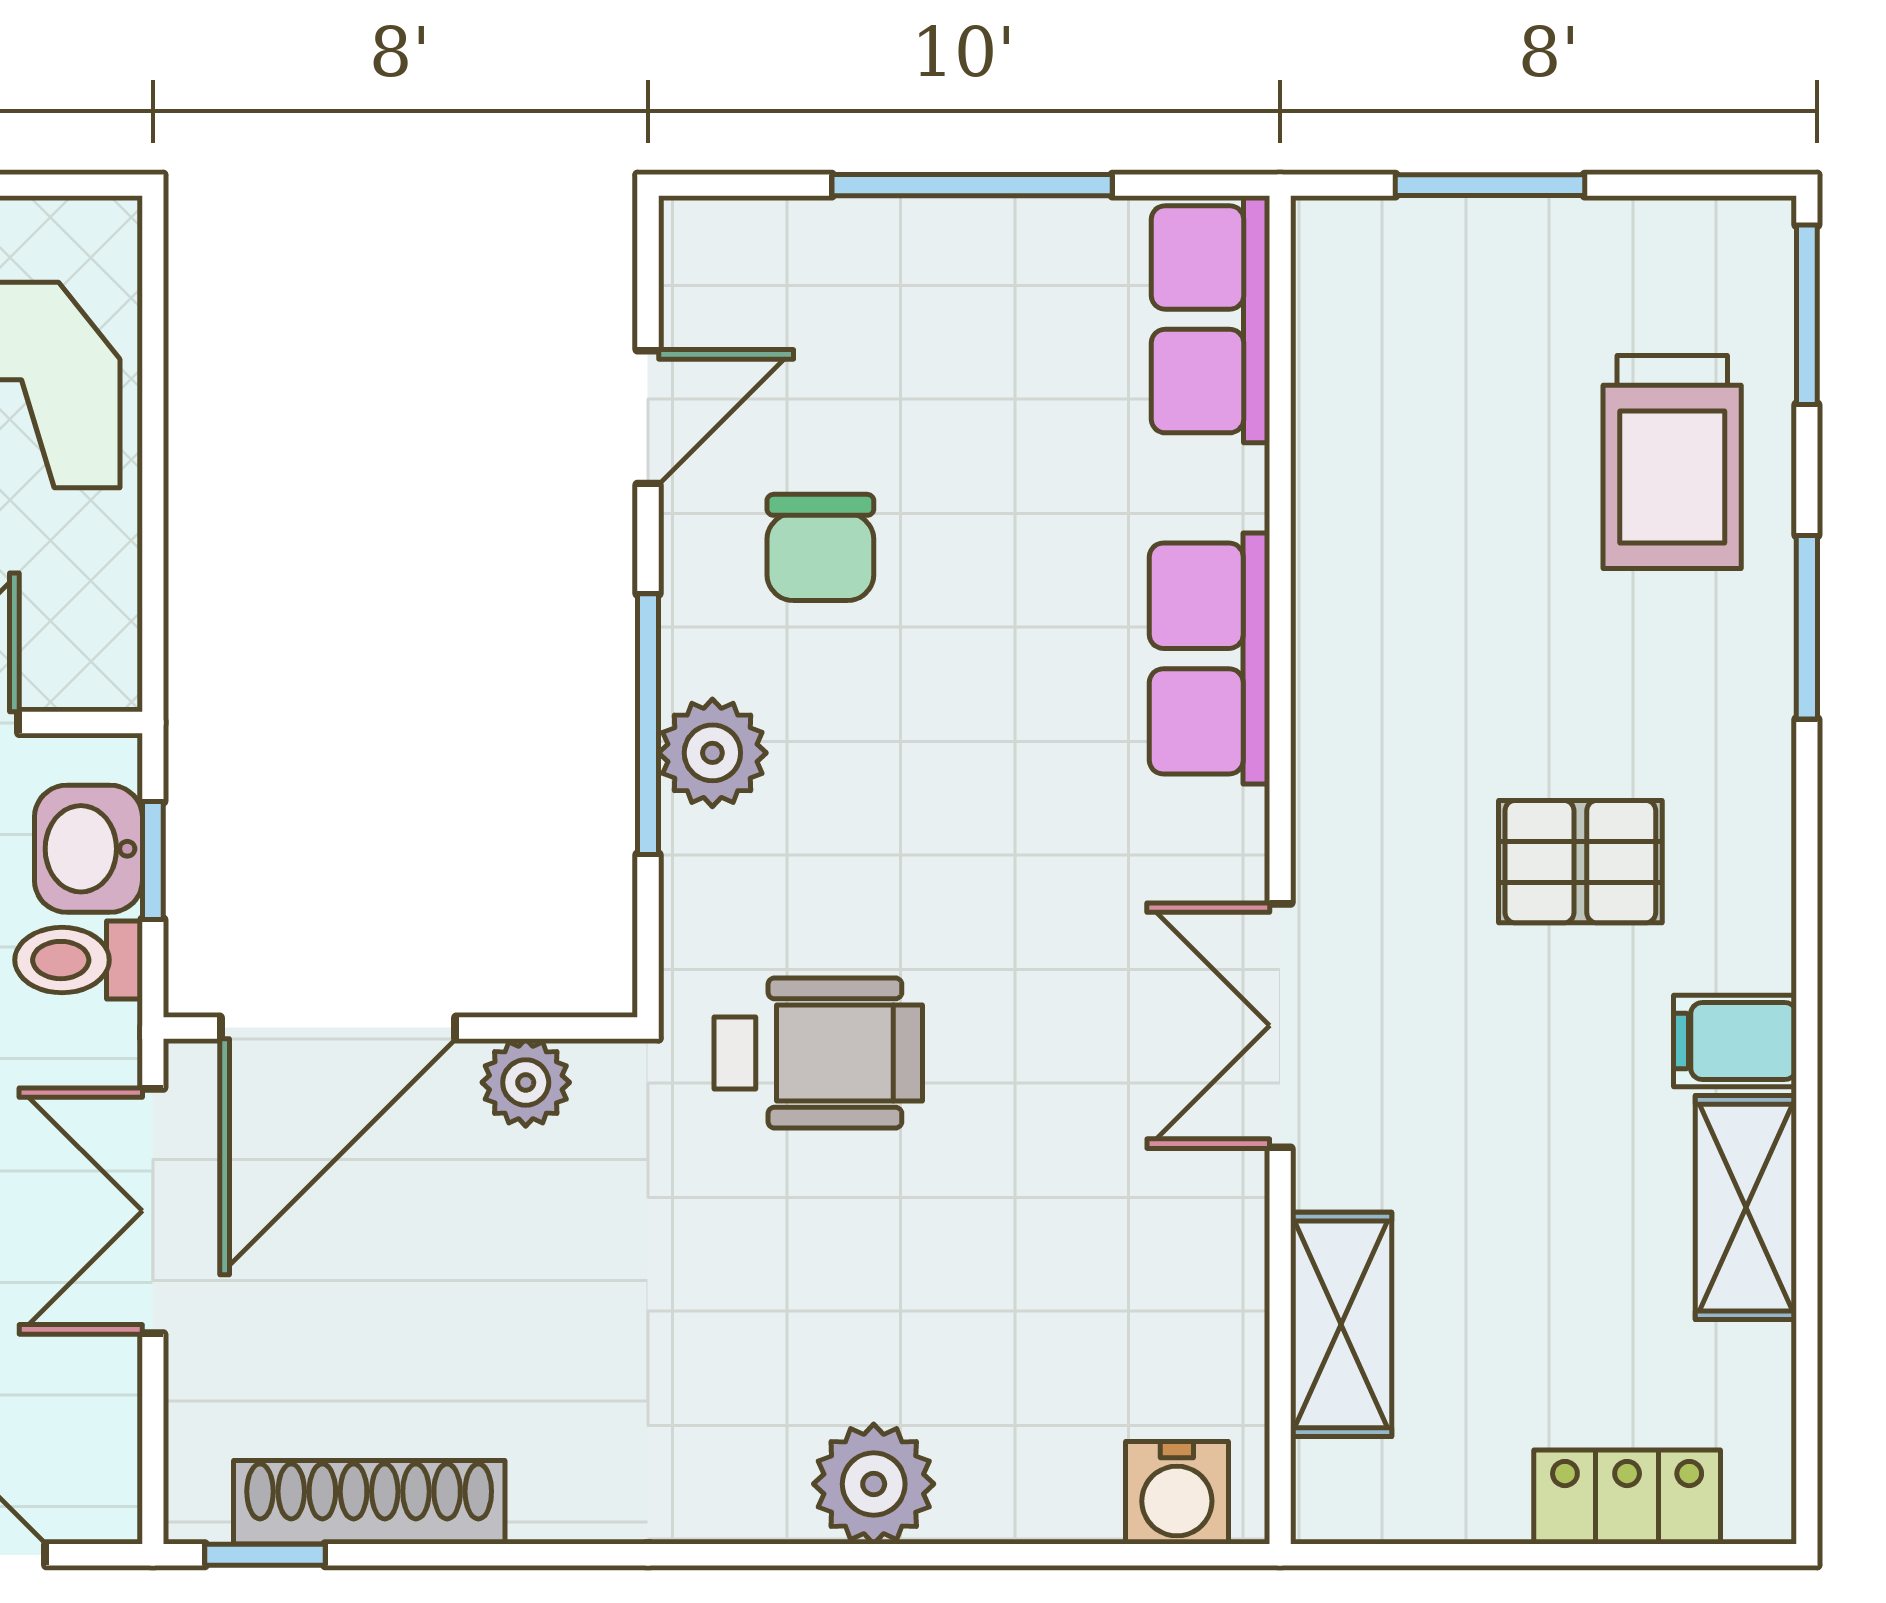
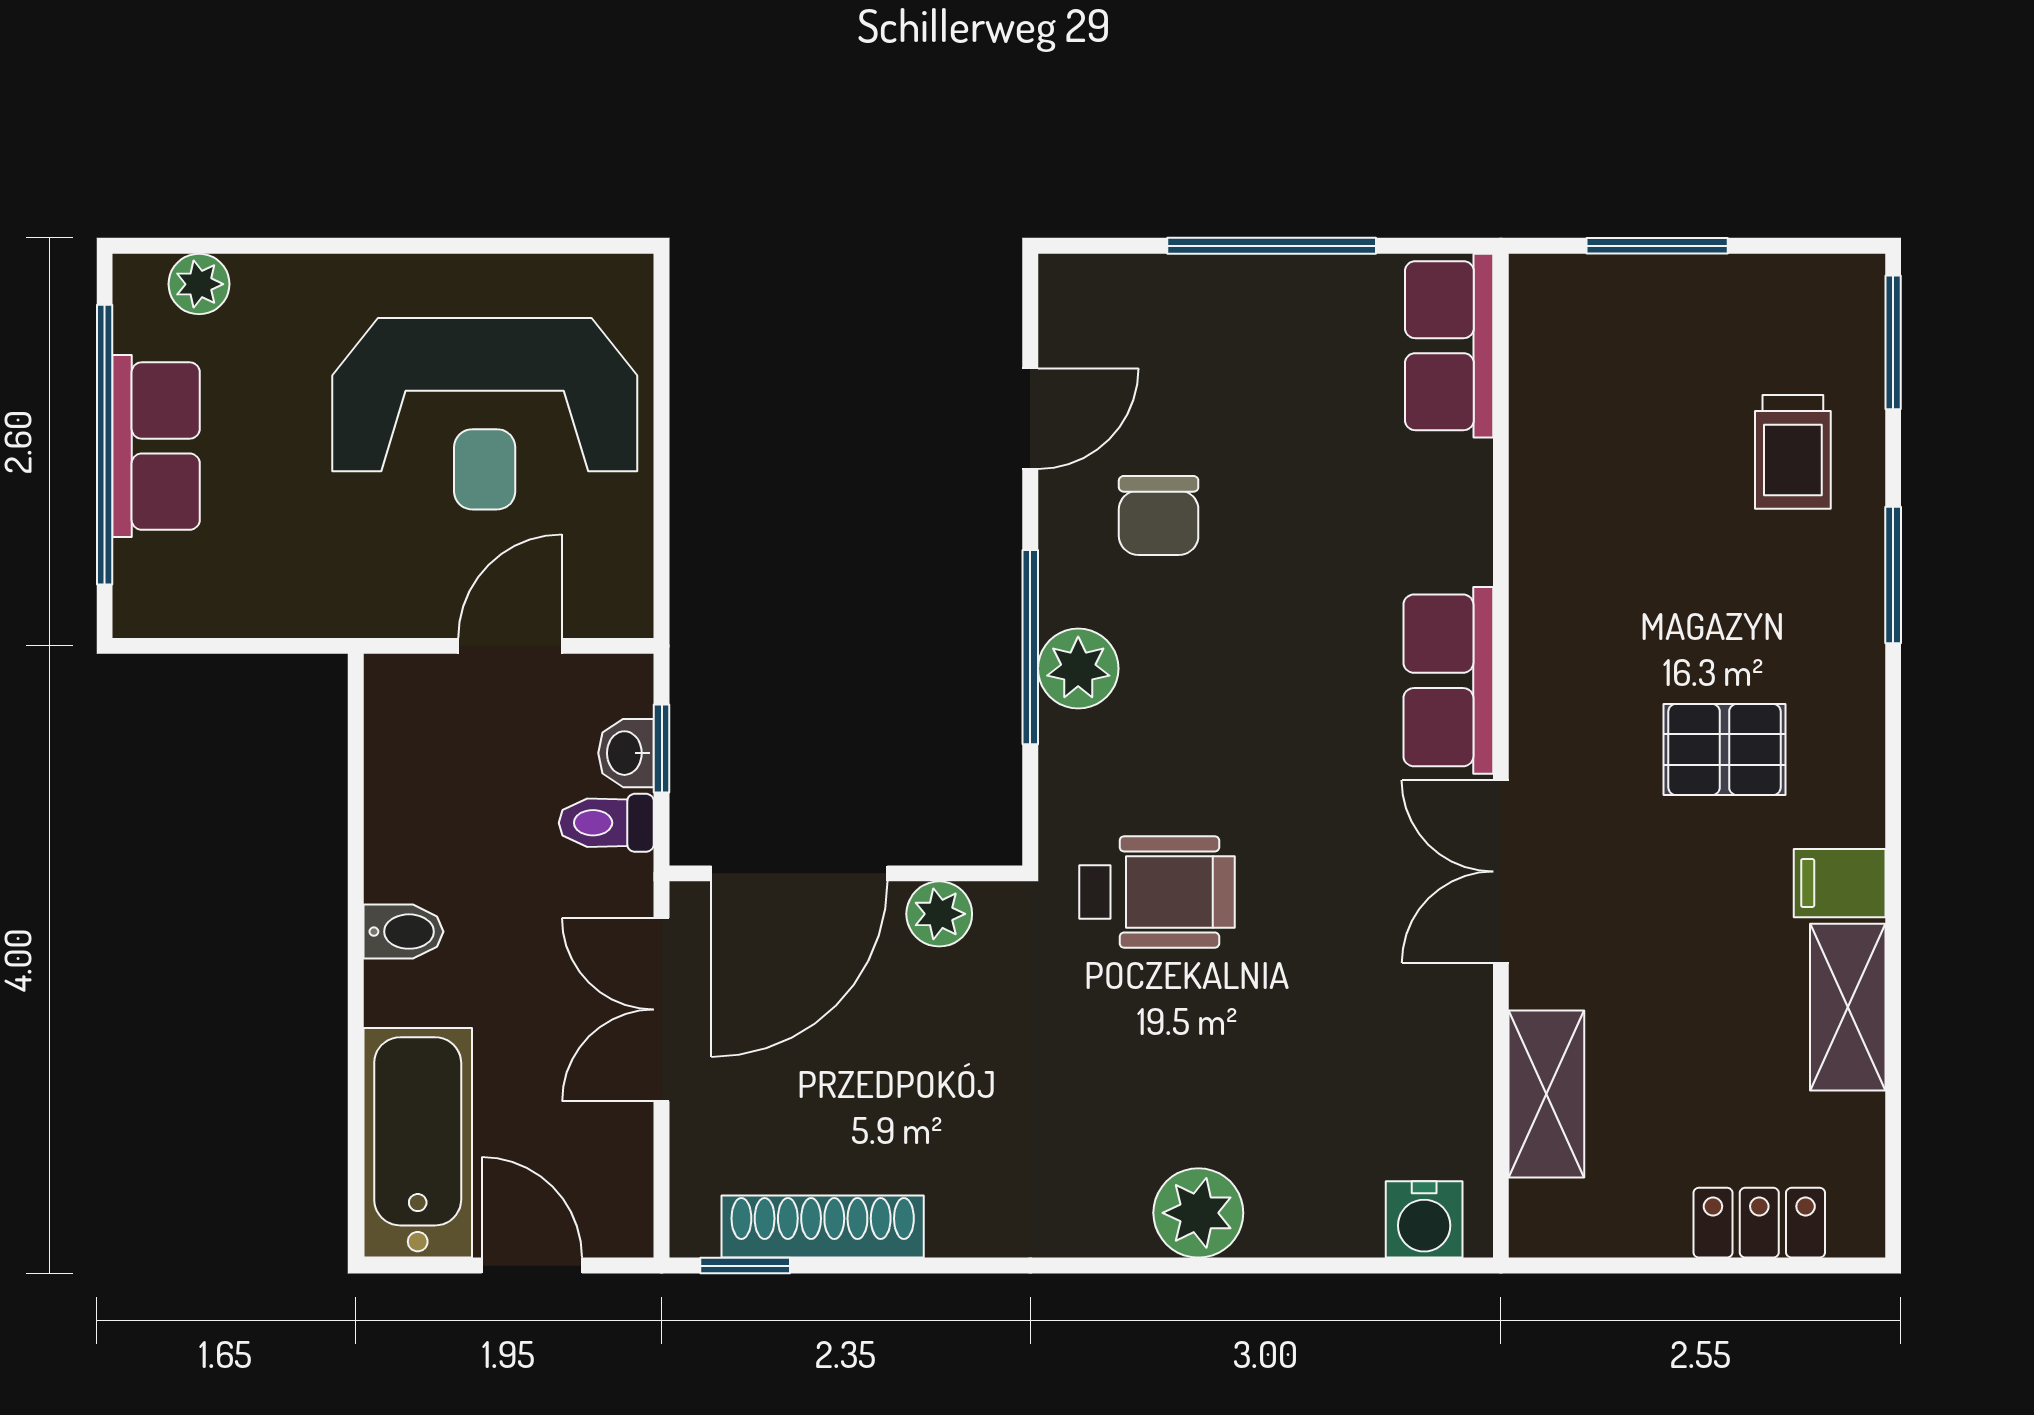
trolley: (1672, 462) -> (1793, 452), width x0.73, depth x0.72
row of seats: (1209, 659) -> (1448, 680), moved
washbasin: (88, 849) -> (626, 753), width x0.72, depth x0.69

